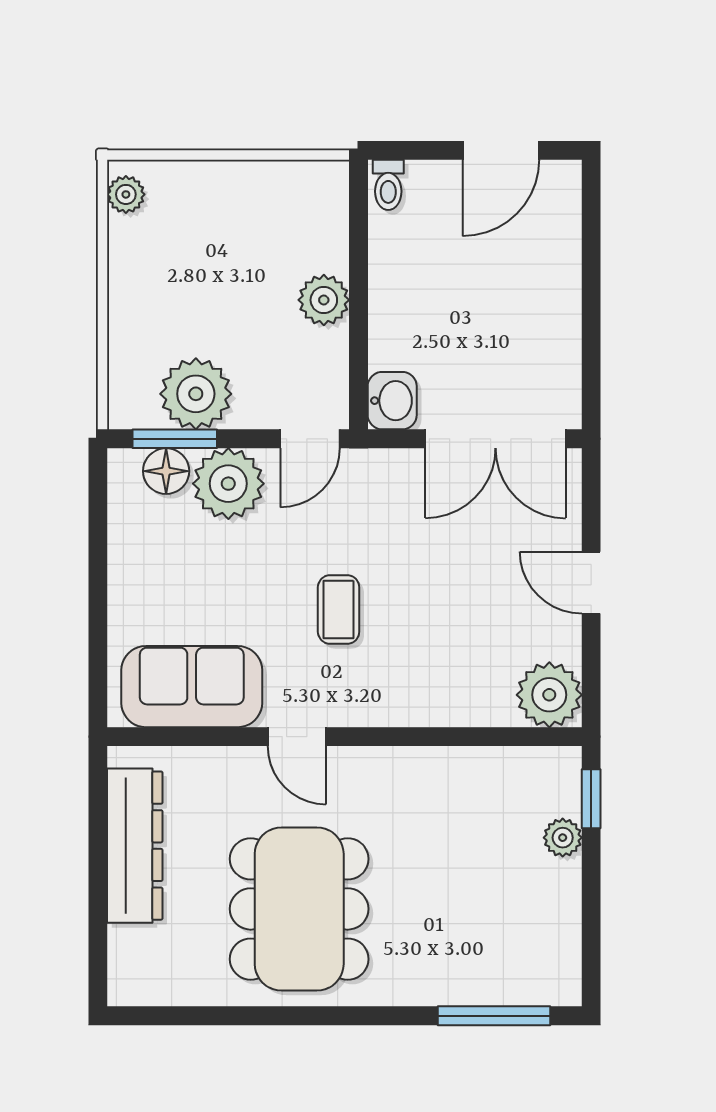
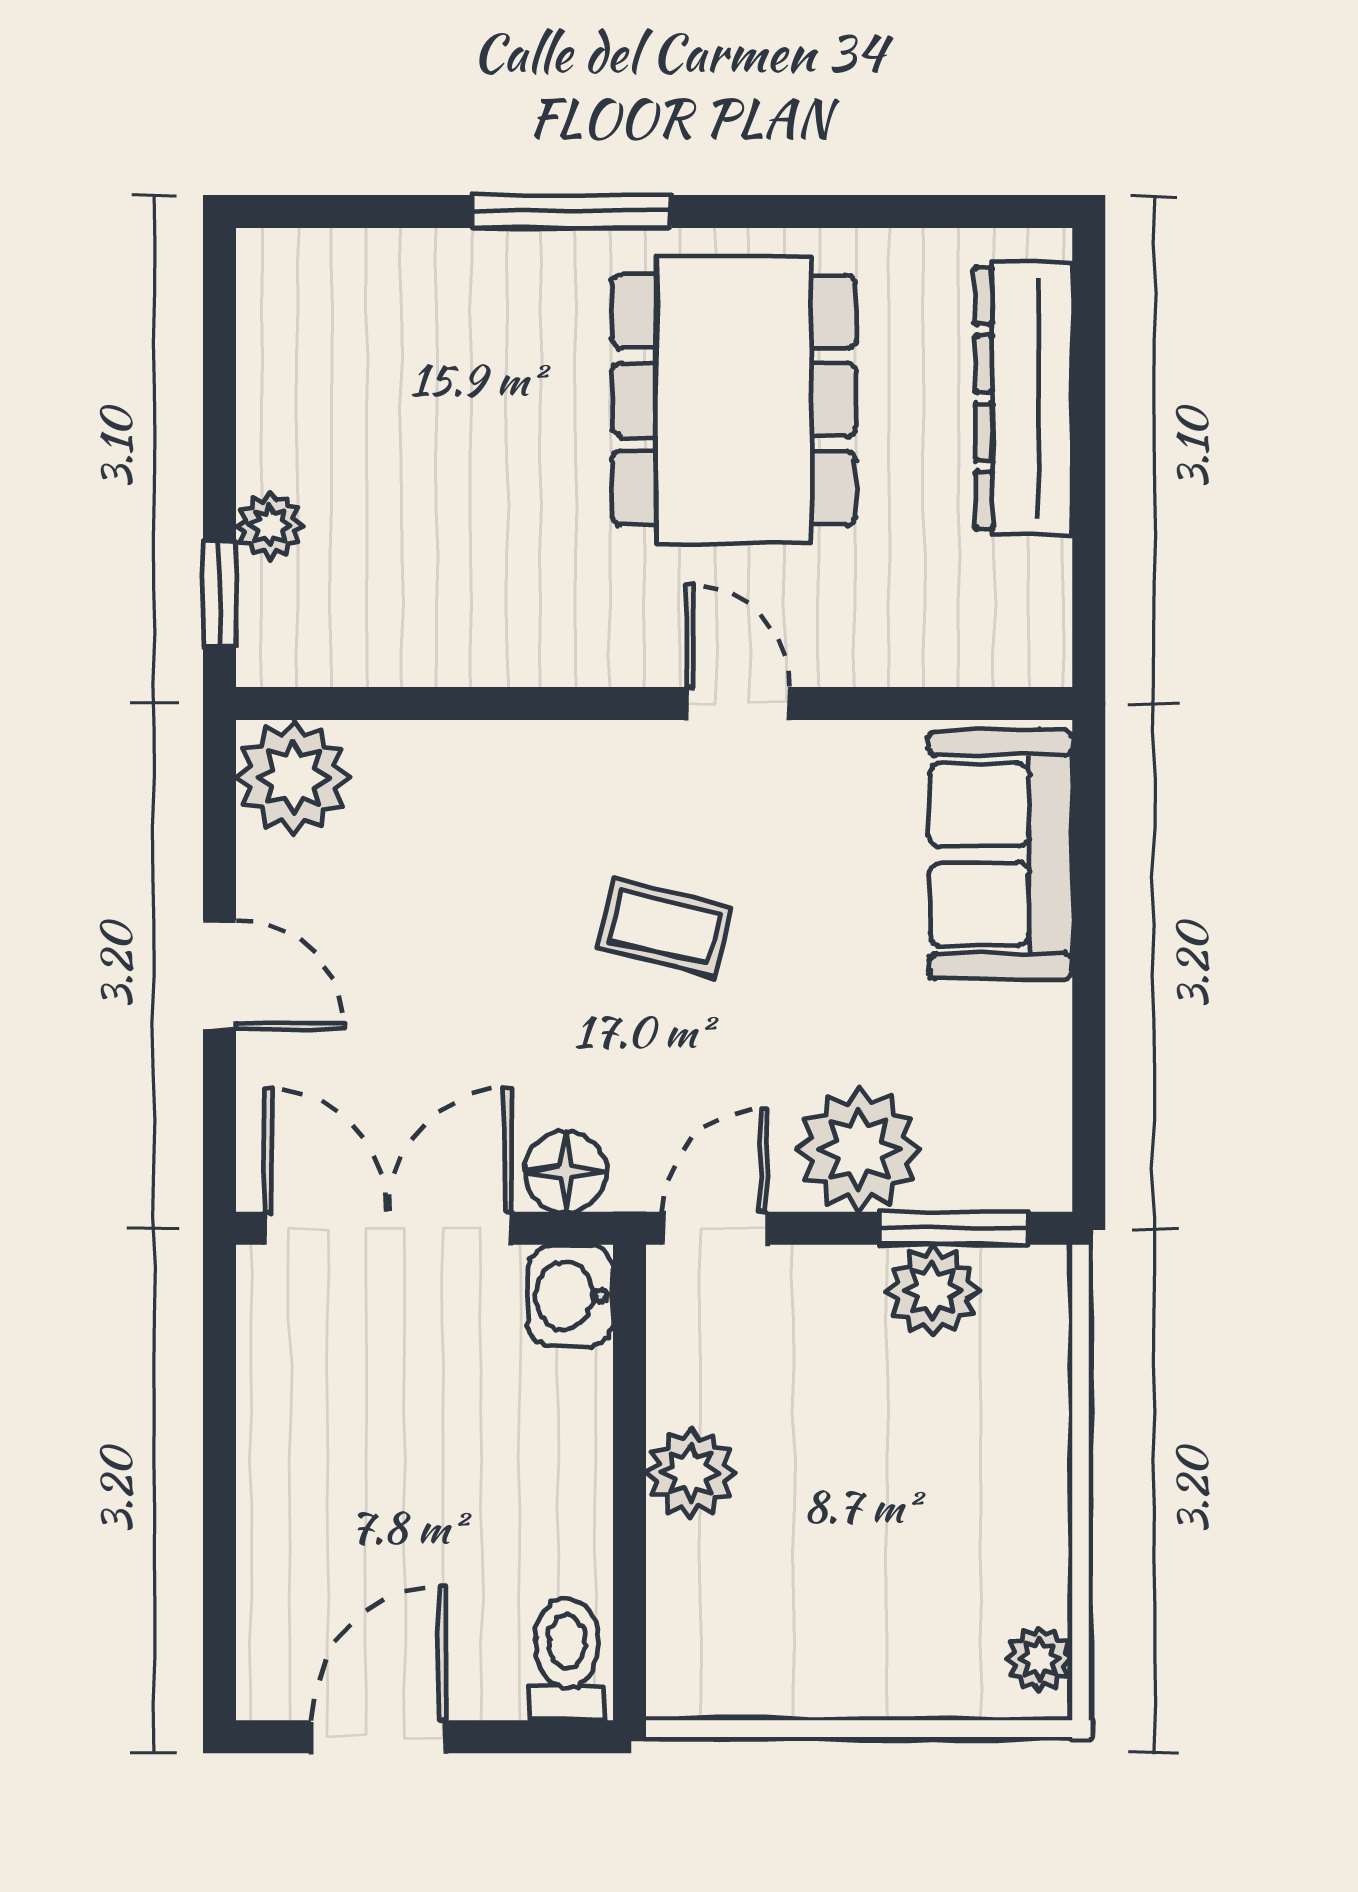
toilet: (388, 185) -> (567, 1659), width x1.37, depth x1.39
plant: (196, 394) -> (933, 1291), width x0.73, depth x0.73
floor lamp: (166, 471) -> (566, 1171), moved
coffee table: (339, 609) -> (665, 928), turned -76
sofa: (192, 687) -> (1001, 855), moved, turned 90
dresser: (135, 846) -> (1024, 398), moved
window: (494, 1016) -> (572, 211), moved

